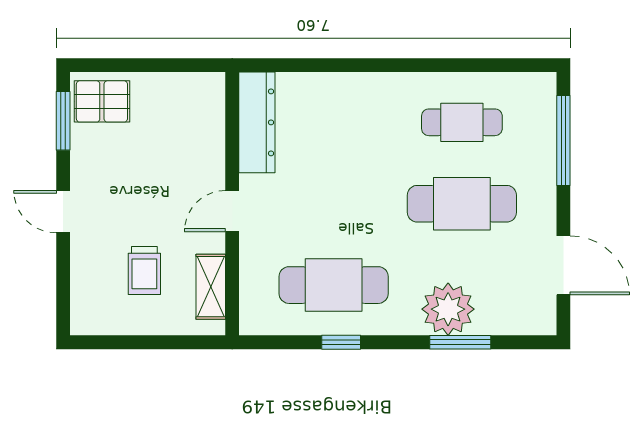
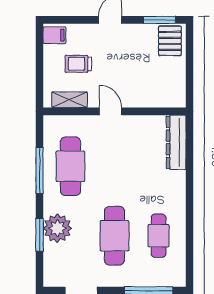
dresser: (257, 122) -> (176, 142), moved, turned 90
filing cabinet: (91, 315) -> (54, 35), added
window: (341, 342) -> (40, 170), width x2.17

